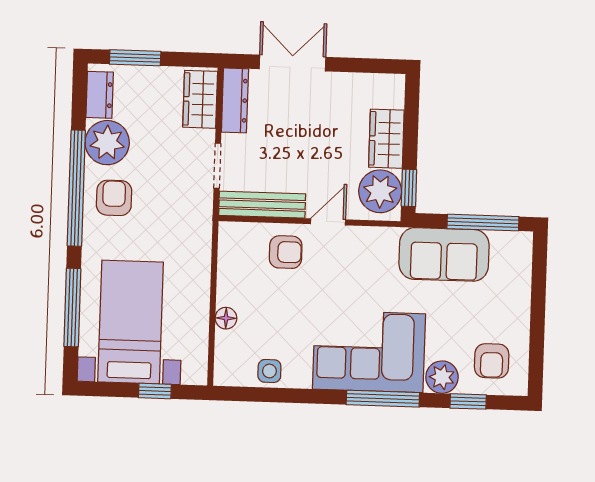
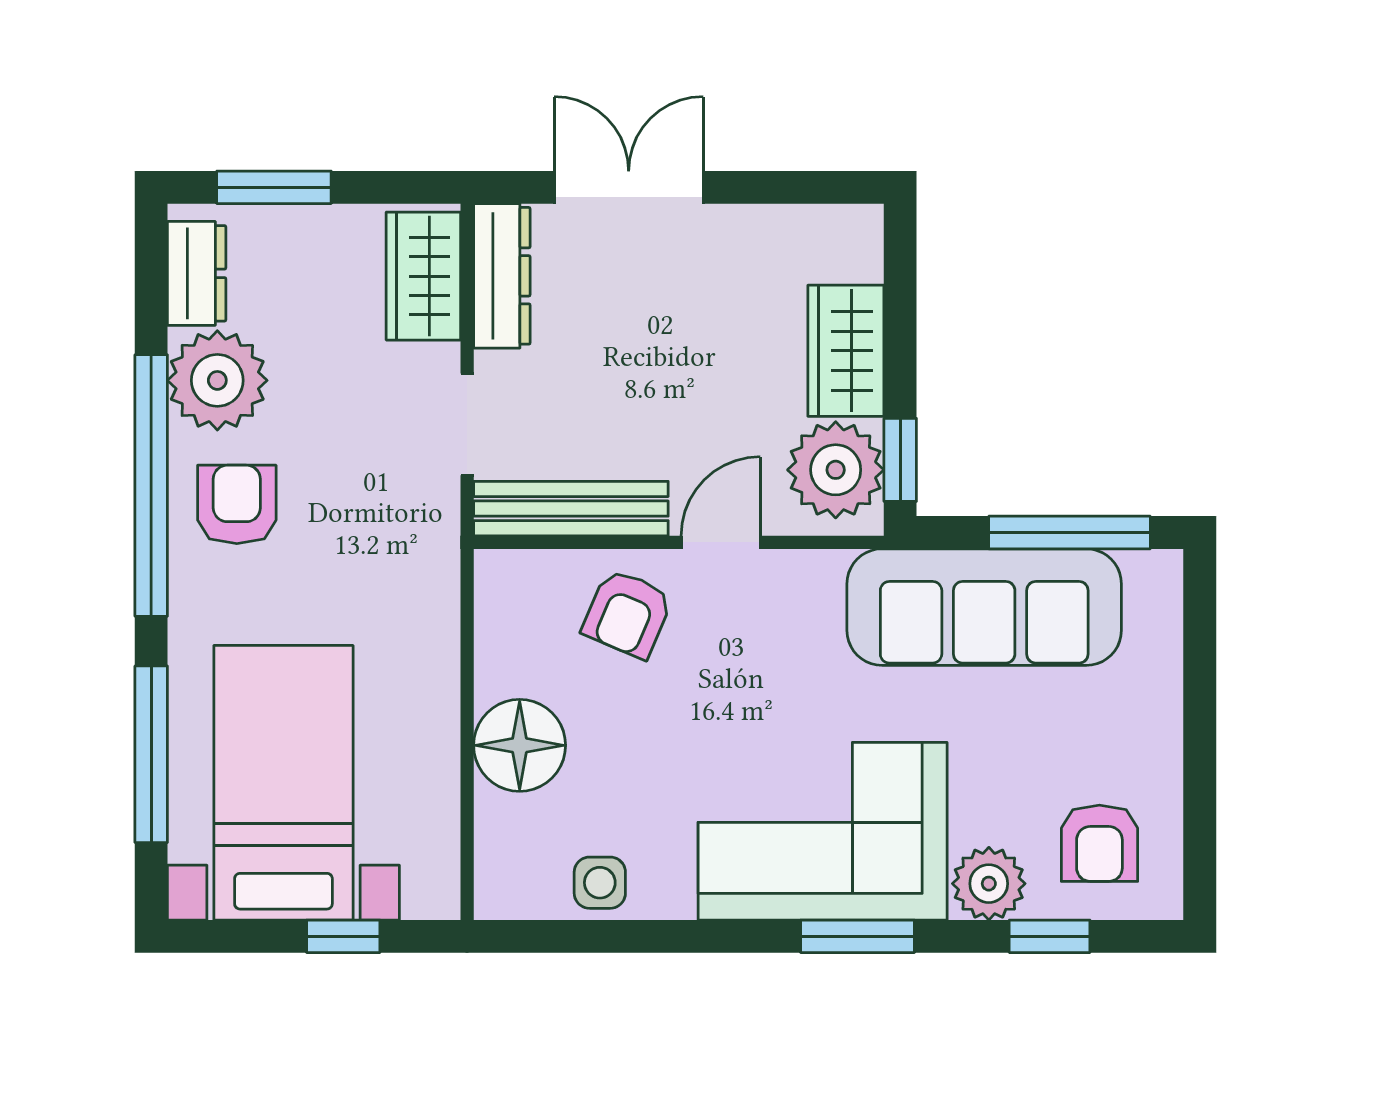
armchair: (286, 252) -> (627, 614), turned 113
sofa: (444, 254) -> (984, 607), width x1.36
floor lamp: (226, 318) -> (520, 745), width x1.89, depth x1.89
window: (383, 399) -> (858, 936), width x0.69

